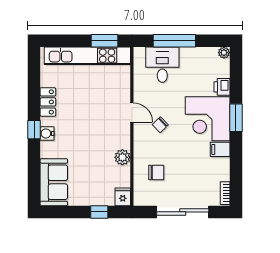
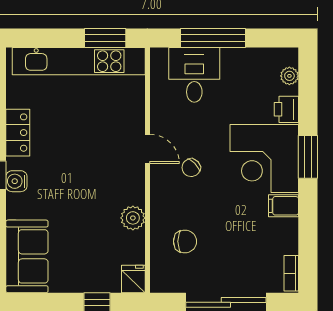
plant: (224, 53) -> (289, 76), moved

